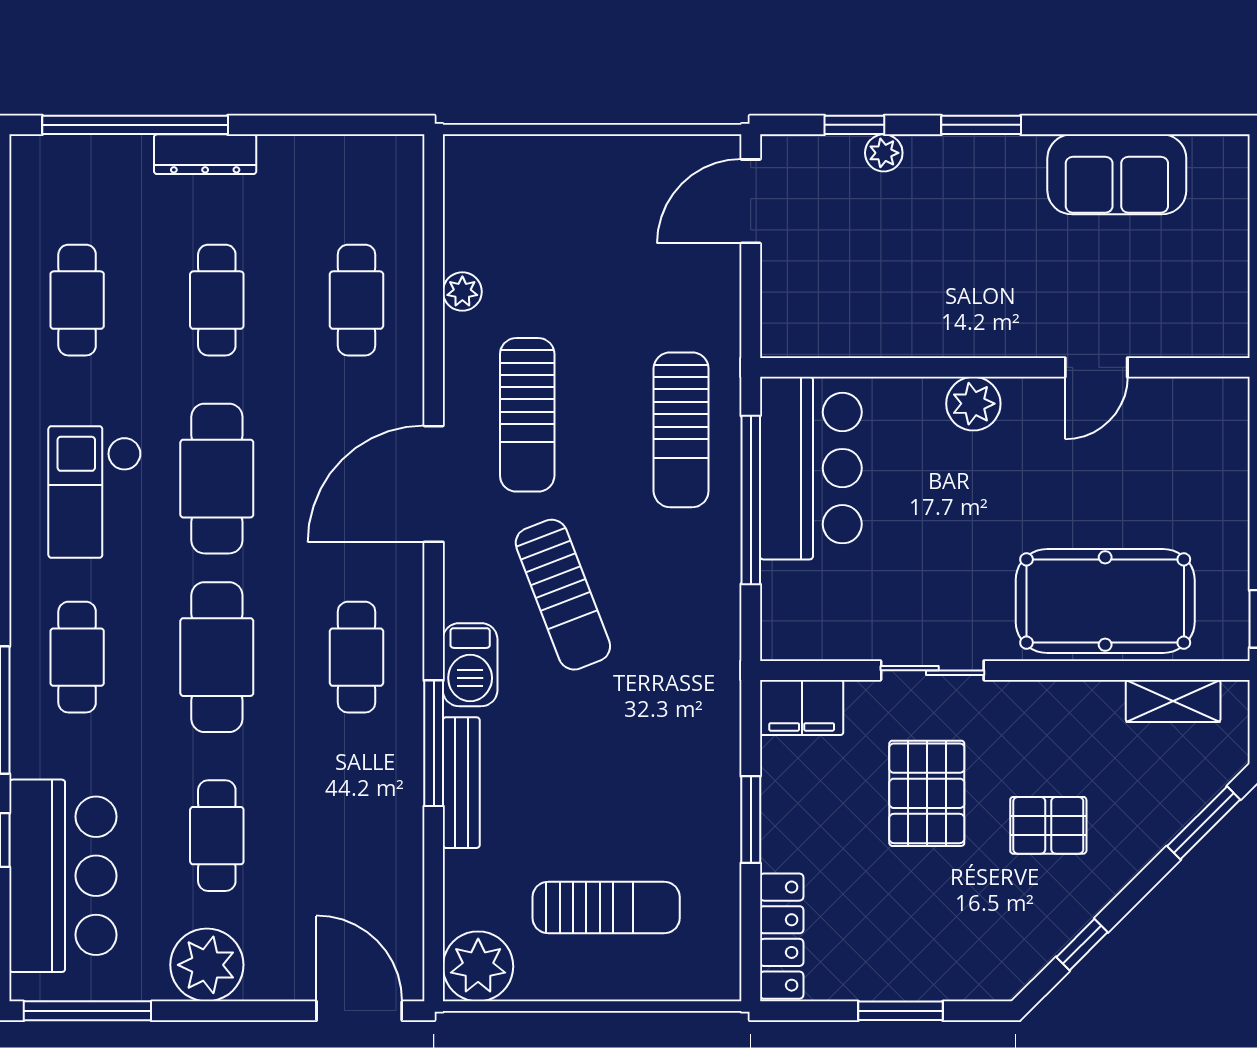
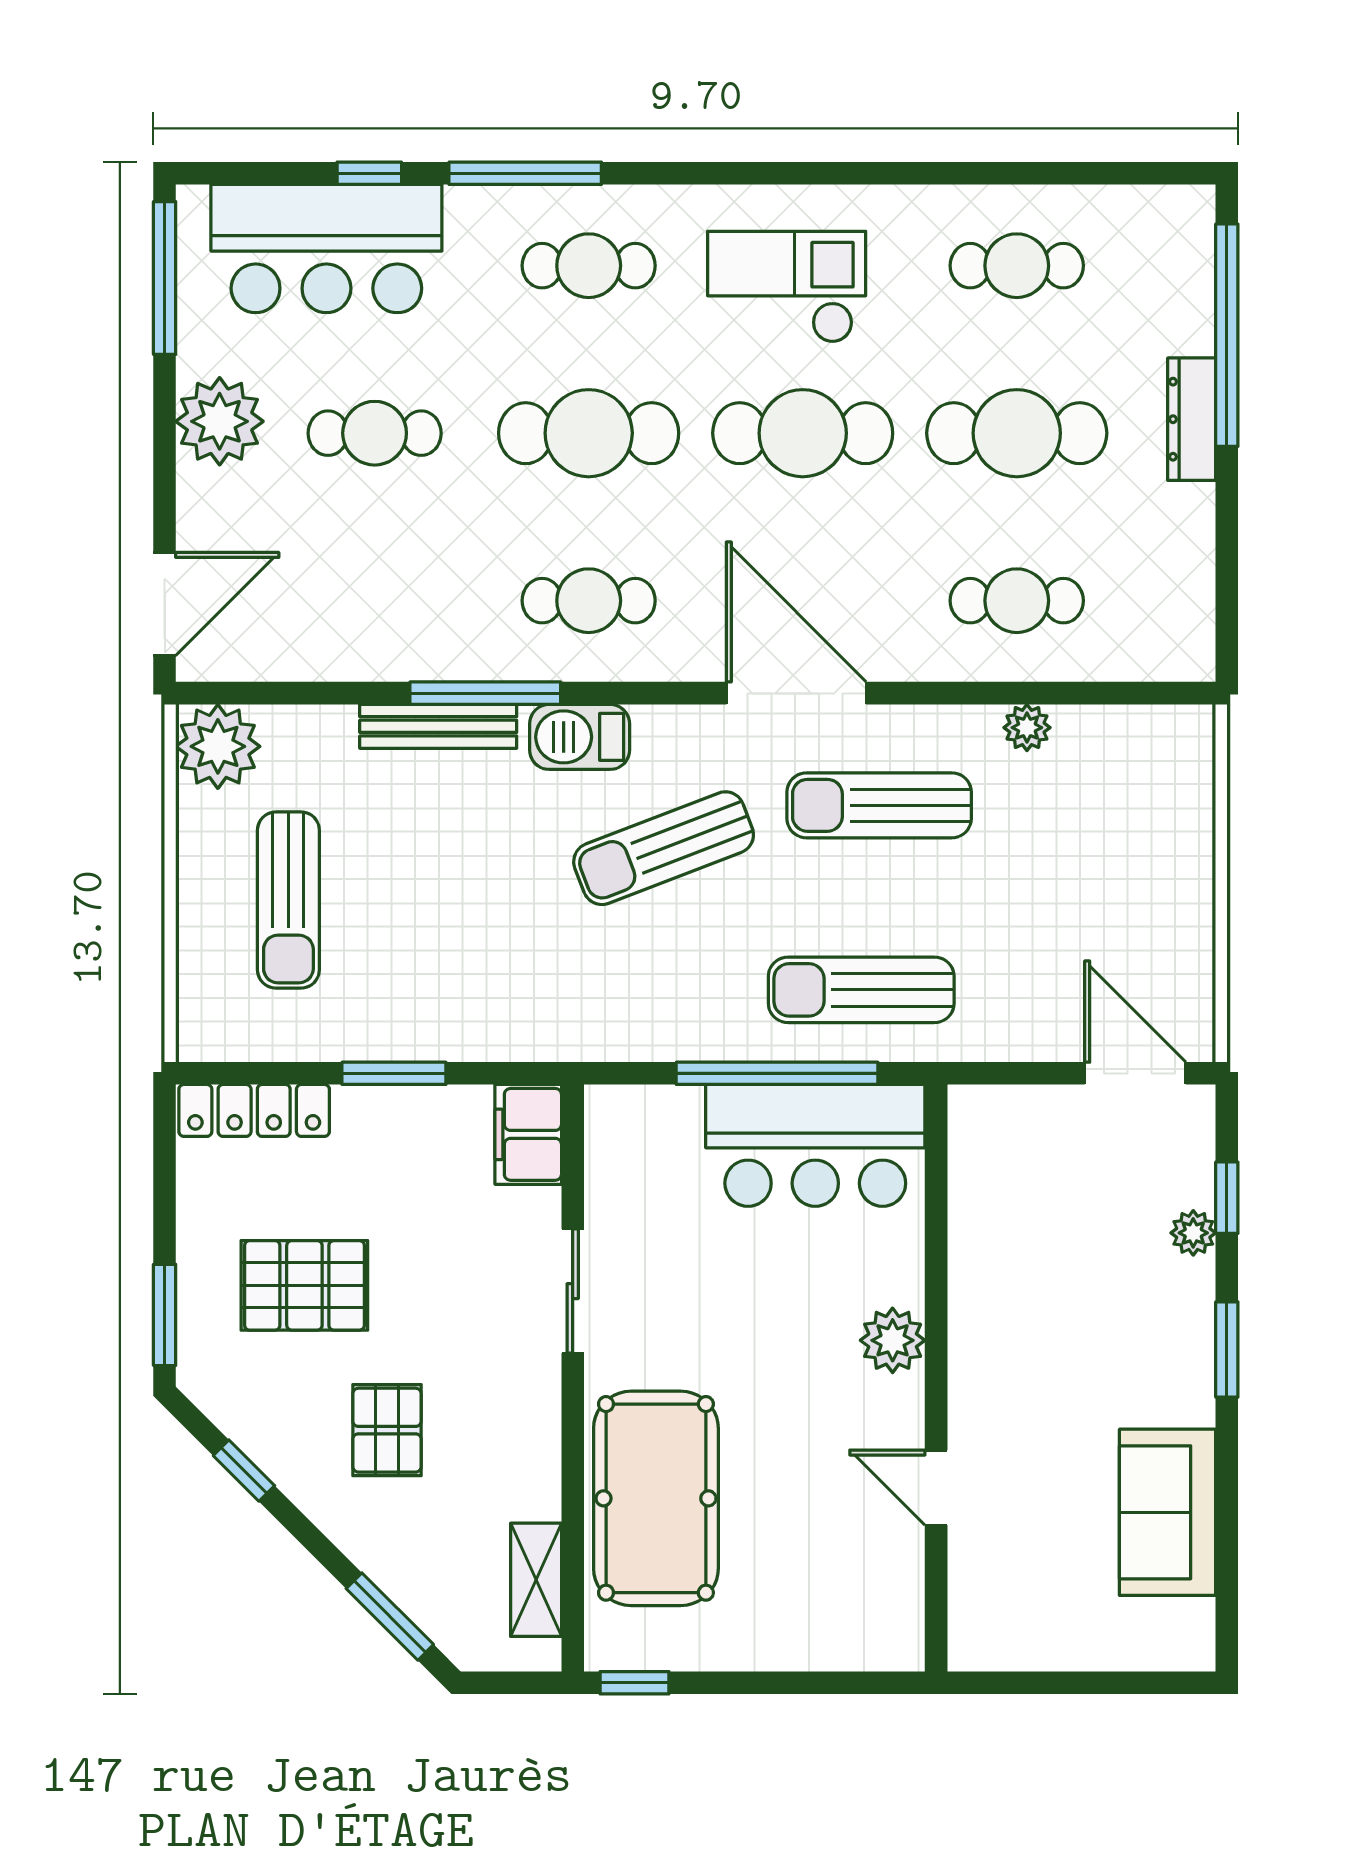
cafe table: (217, 300) -> (1017, 433), width x1.37, depth x1.35
pallet: (927, 793) -> (304, 1285), moved
window: (901, 1011) -> (165, 1315), moved

